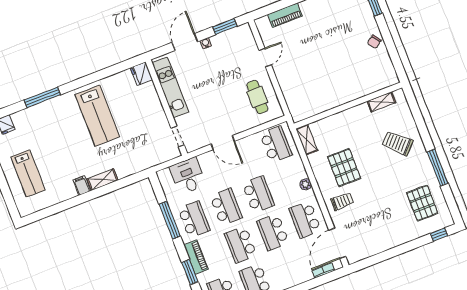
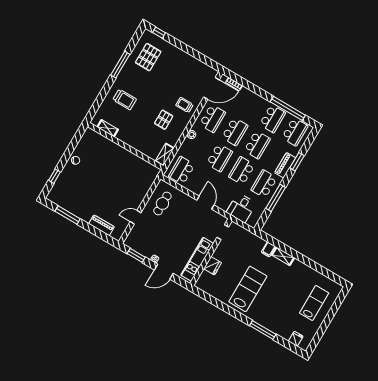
fridge: (141, 74) -> (213, 266), moved
trolley: (398, 143) -> (125, 99), turned -43
pallet: (344, 168) -> (164, 120), width x0.67, depth x0.71
filing cabinet: (82, 186) -> (268, 249), moved
school desk: (258, 194) -> (219, 158), turned 180

